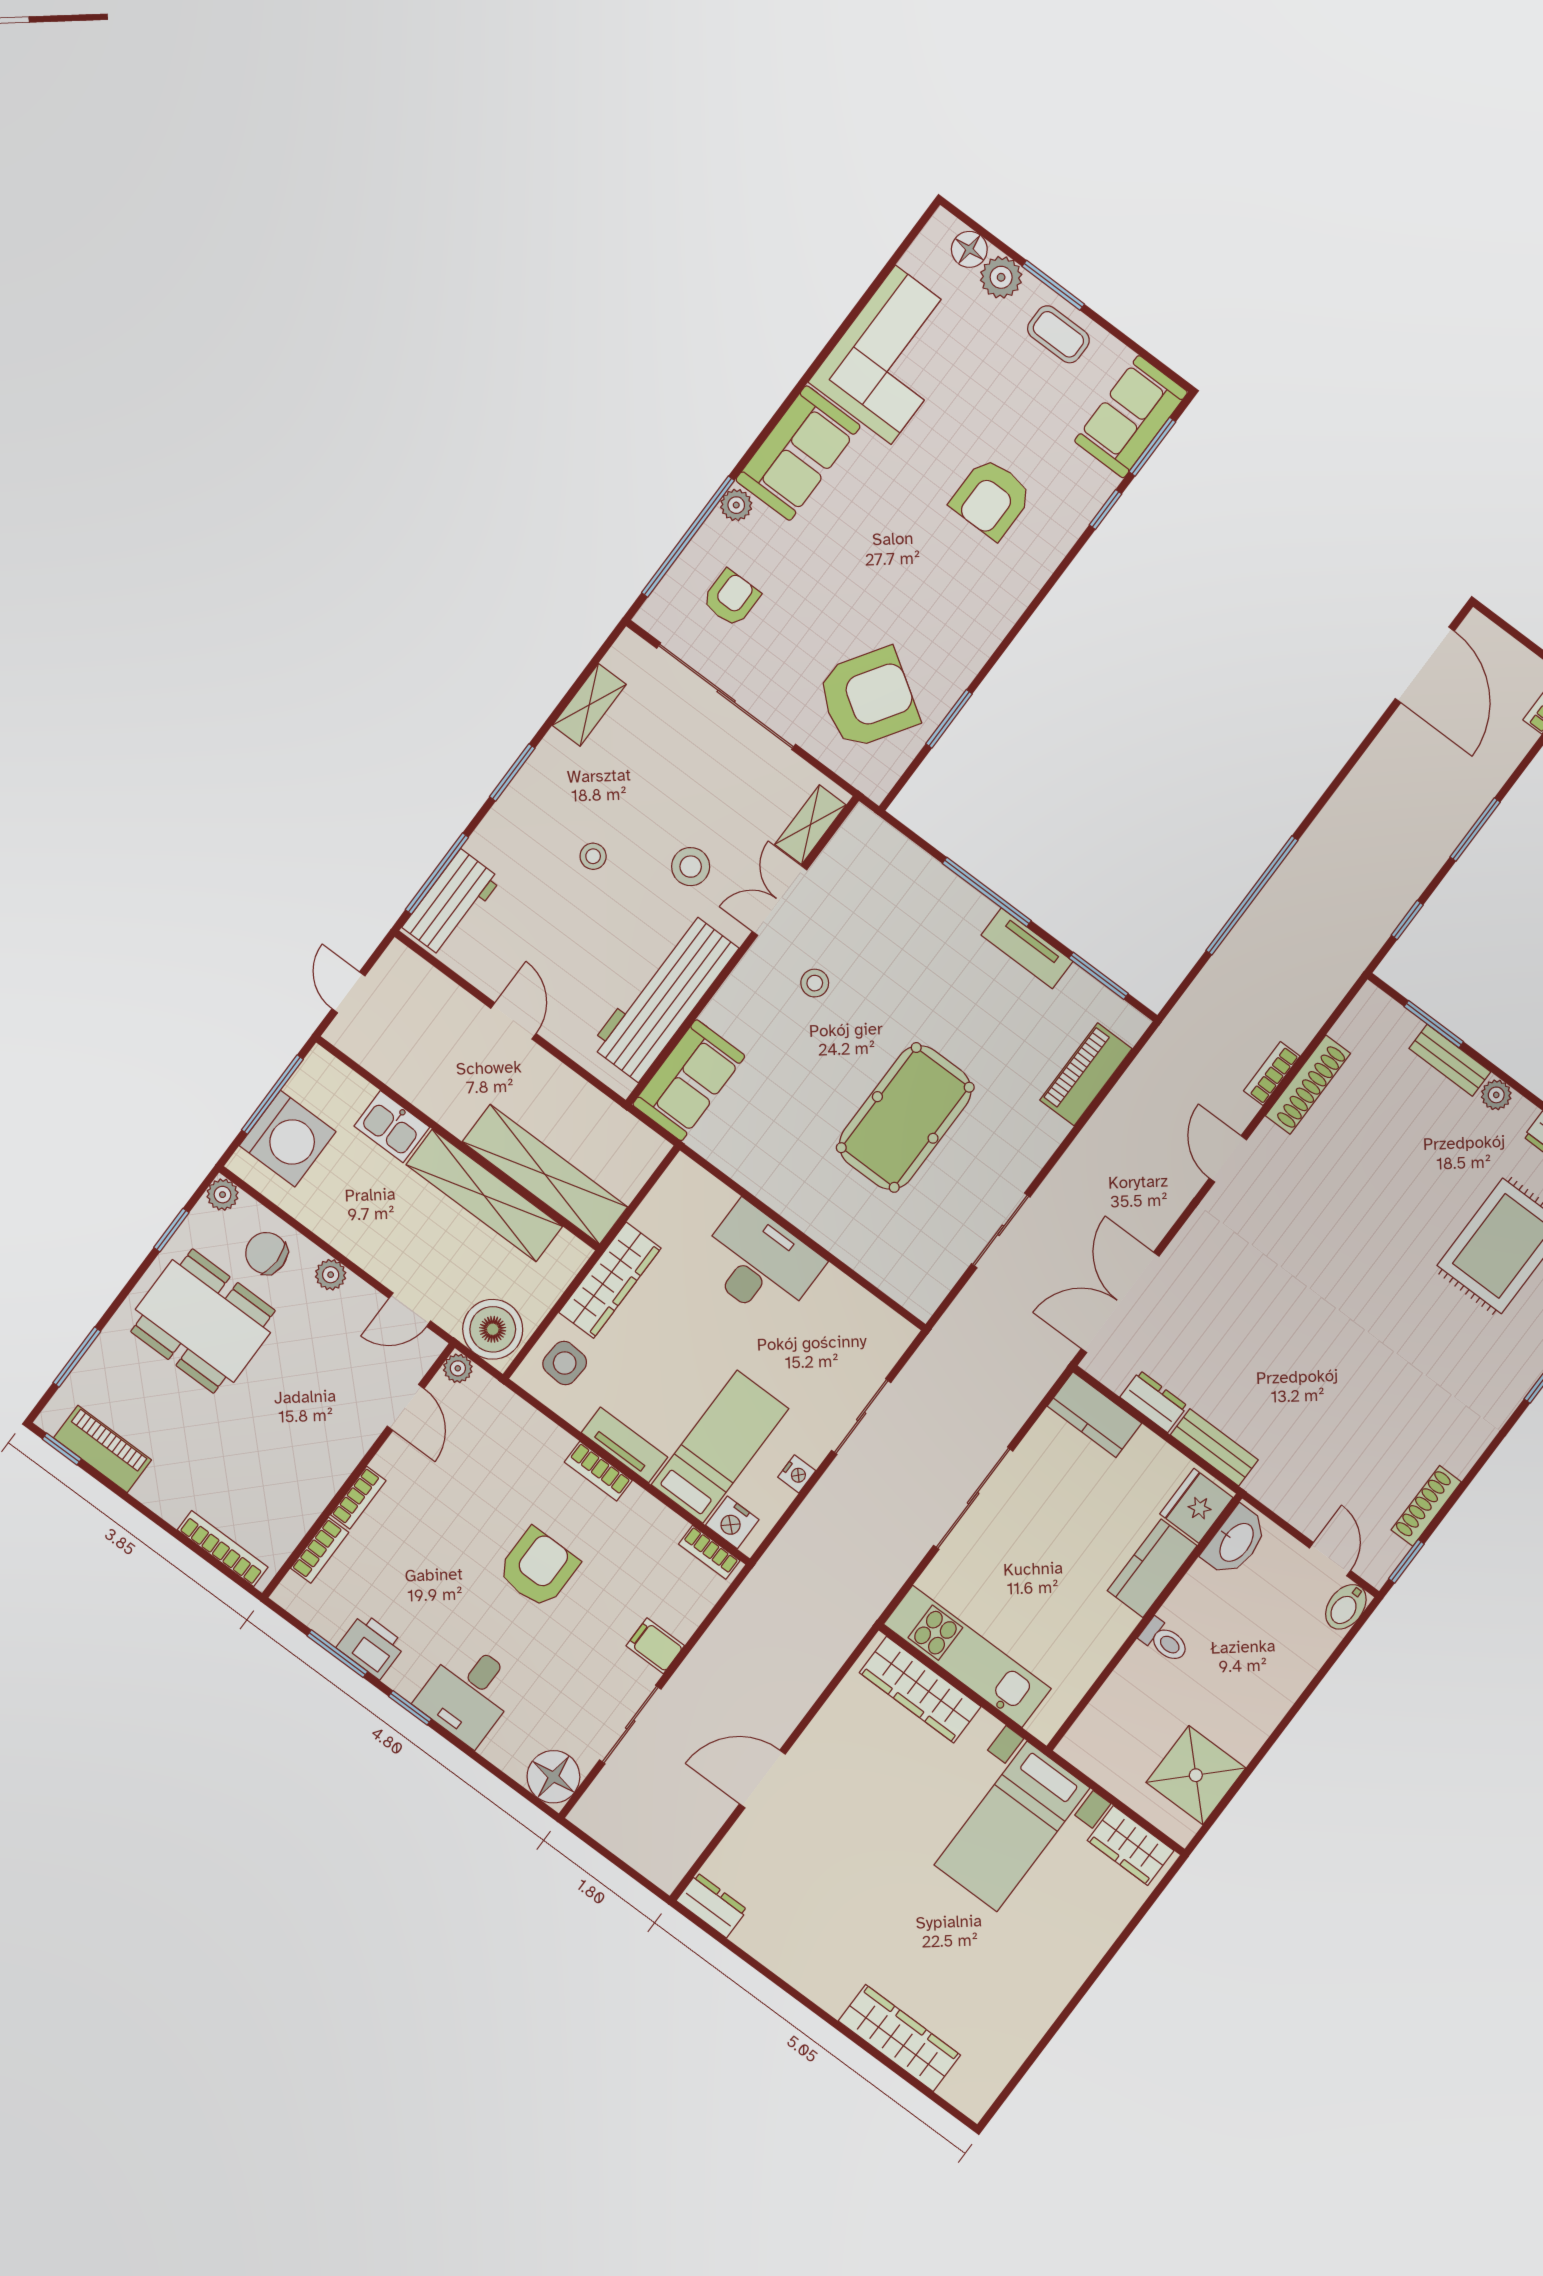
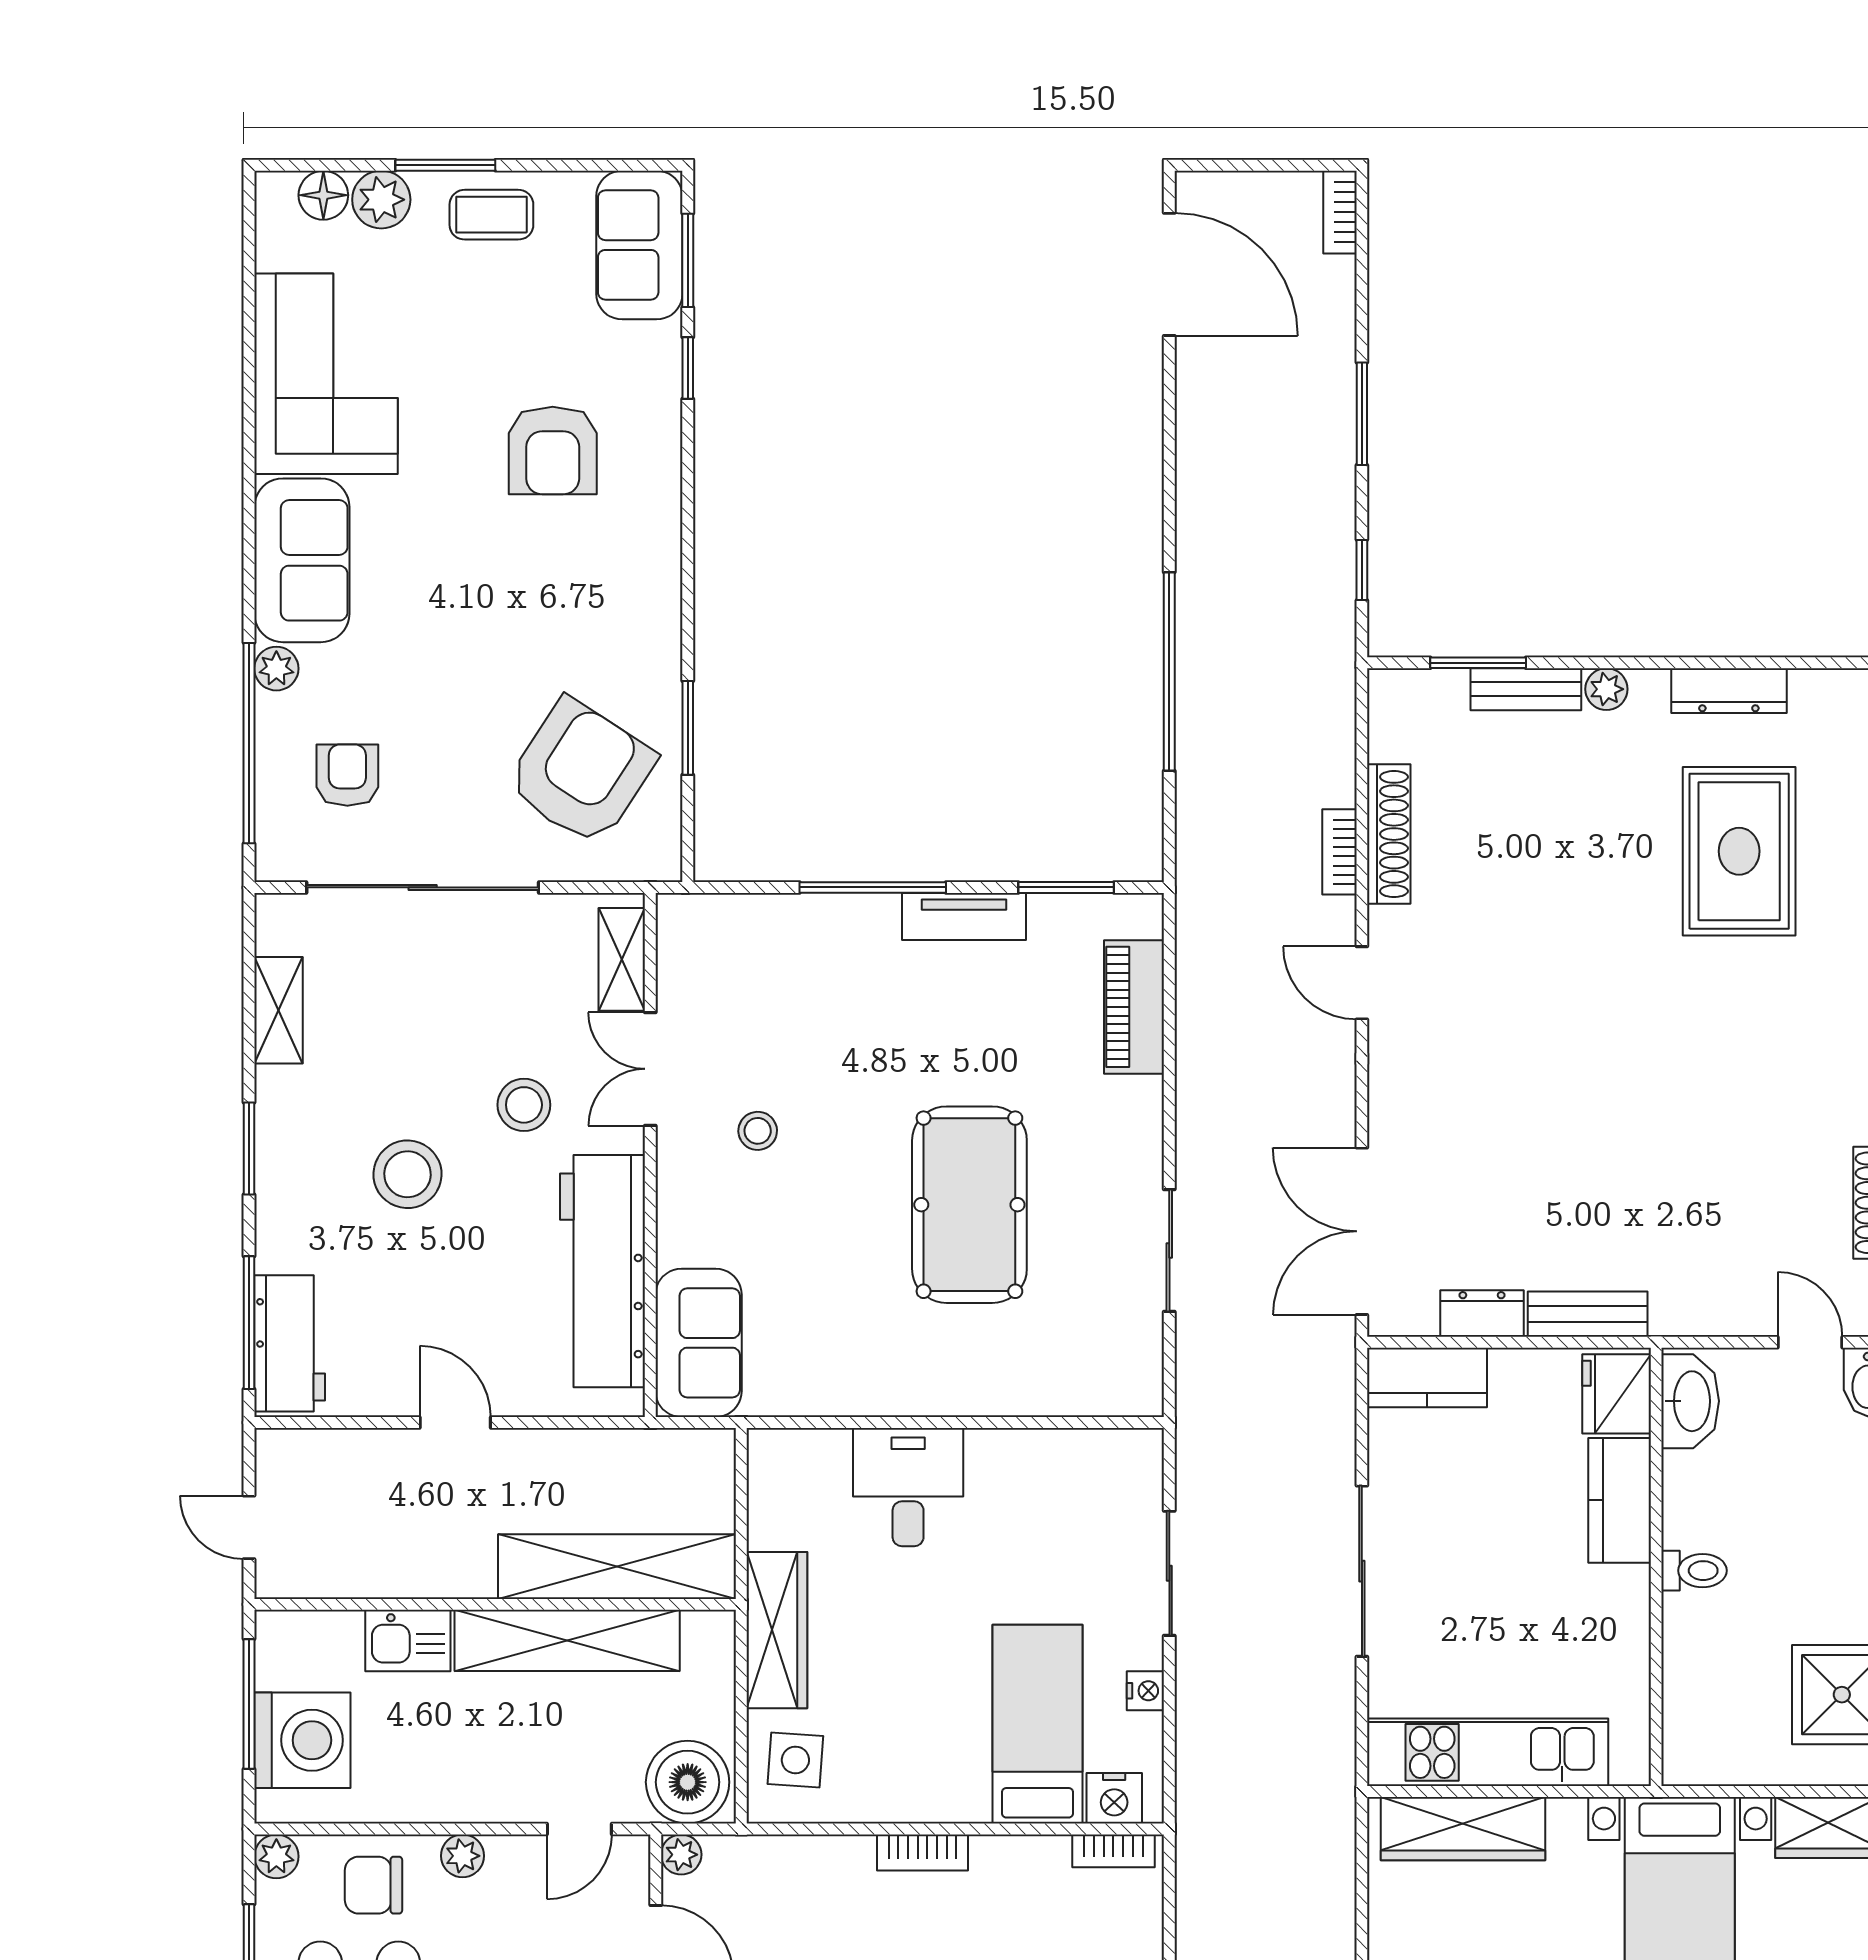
stool: (593, 856) -> (407, 1174), width x1.89, depth x1.89
desk: (759, 1263) -> (908, 1487), width x0.73
tv unit: (625, 1445) -> (930, 1801), removed

